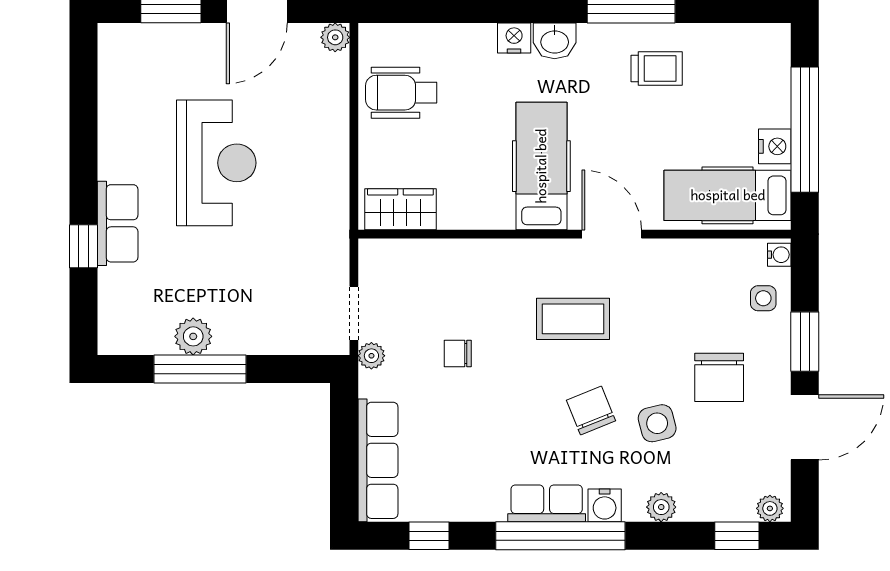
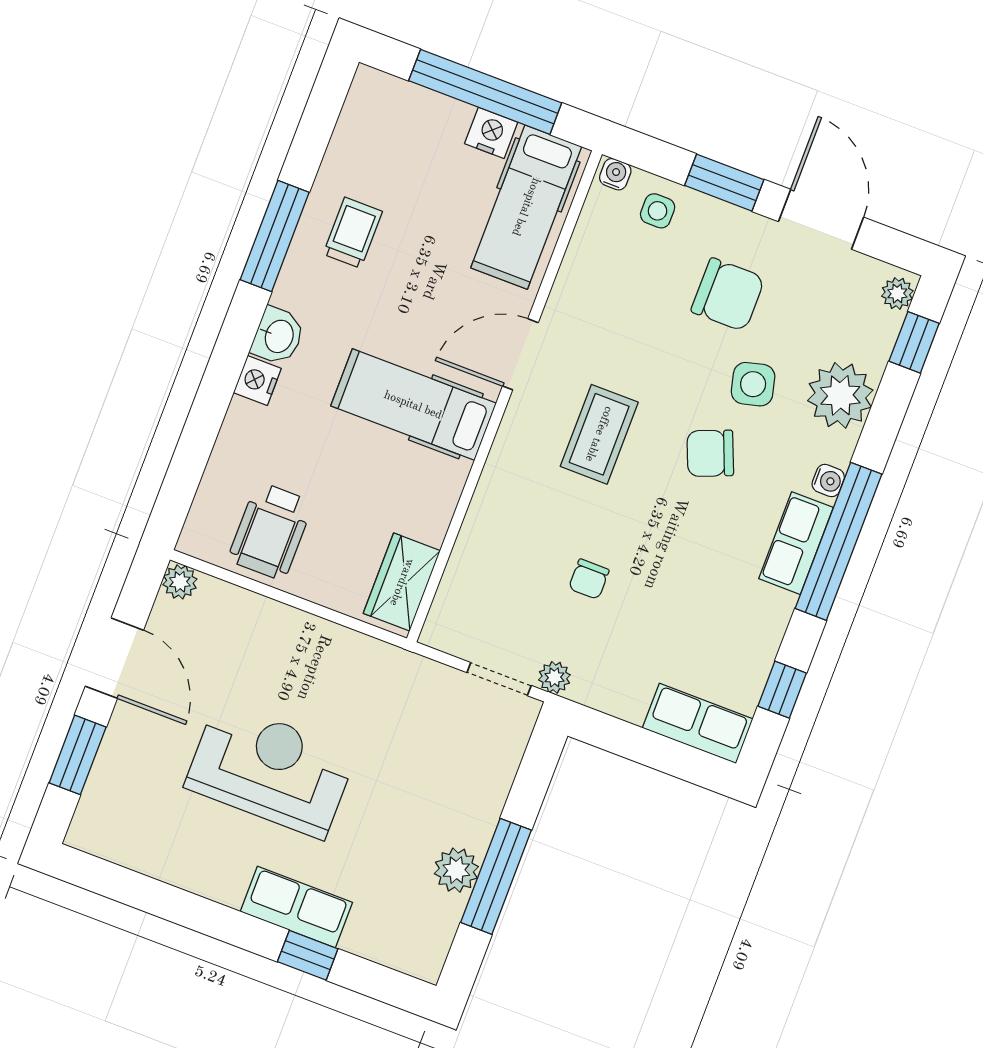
row of seats: (378, 460) -> (698, 723), width x0.68
water cooler: (605, 505) -> (828, 481), width x0.72, depth x0.72
plant: (661, 507) -> (840, 395), width x1.88, depth x1.88

